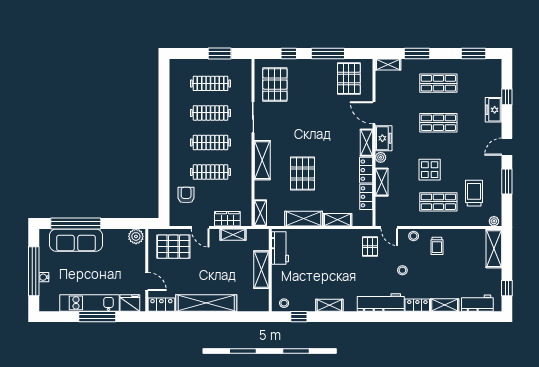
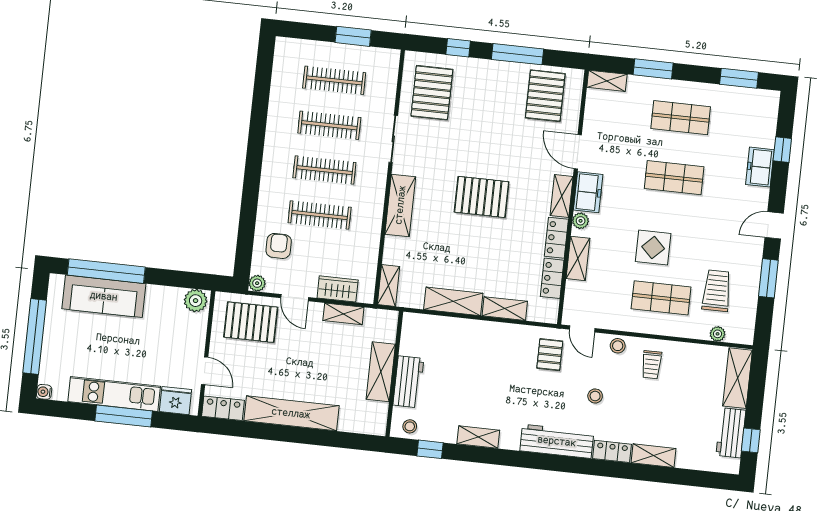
pallet: (302, 174) -> (482, 197), moved, turned 90
plant: (175, 221) -> (257, 283), added
plant: (494, 221) -> (718, 334), moved
workbench: (280, 248) -> (408, 382), moved
water cooler: (44, 277) -> (44, 392), moved
workbench: (477, 303) -> (731, 433), moved, turned -90

